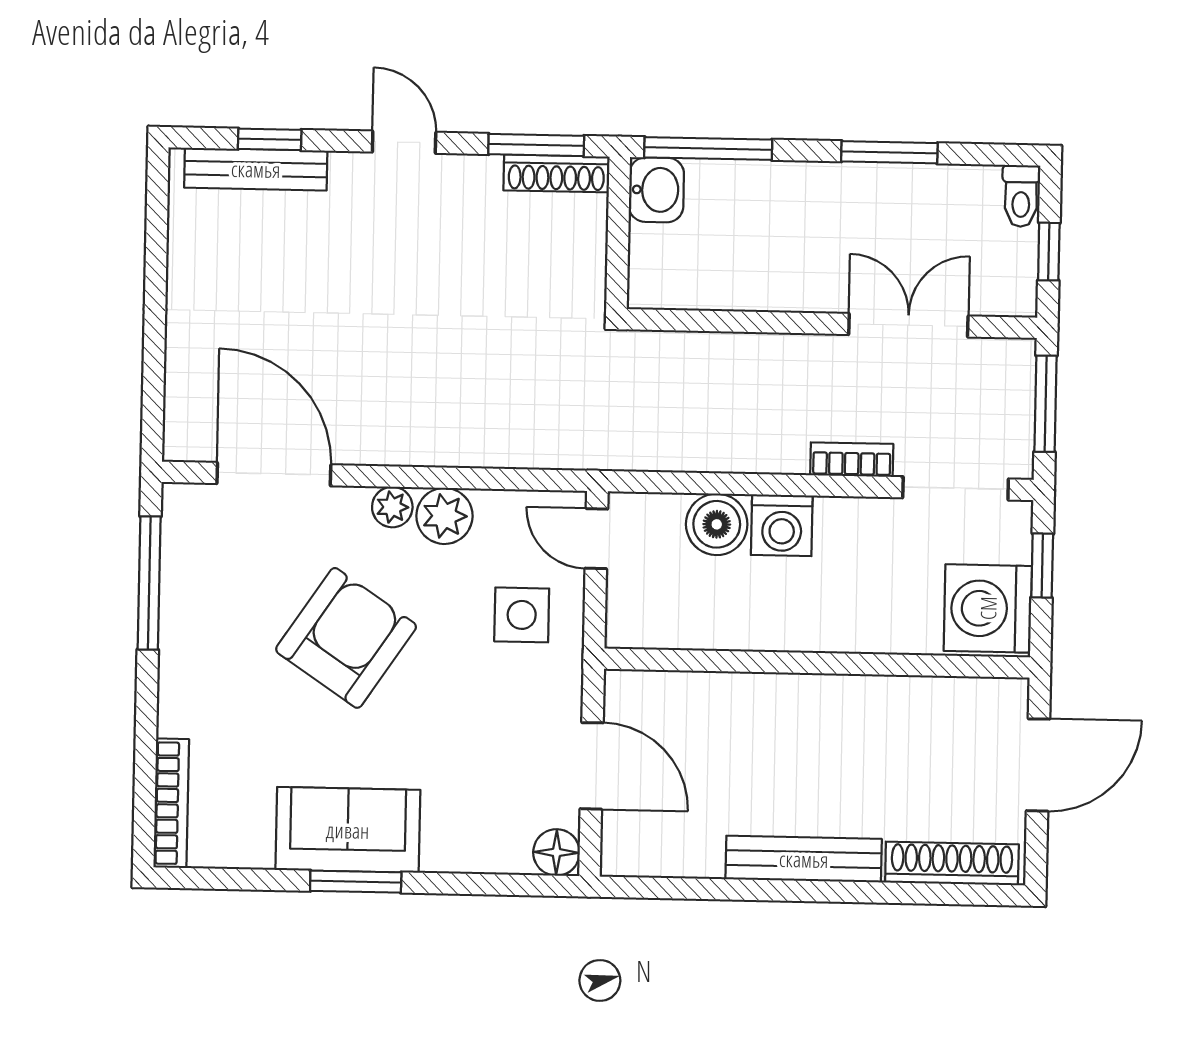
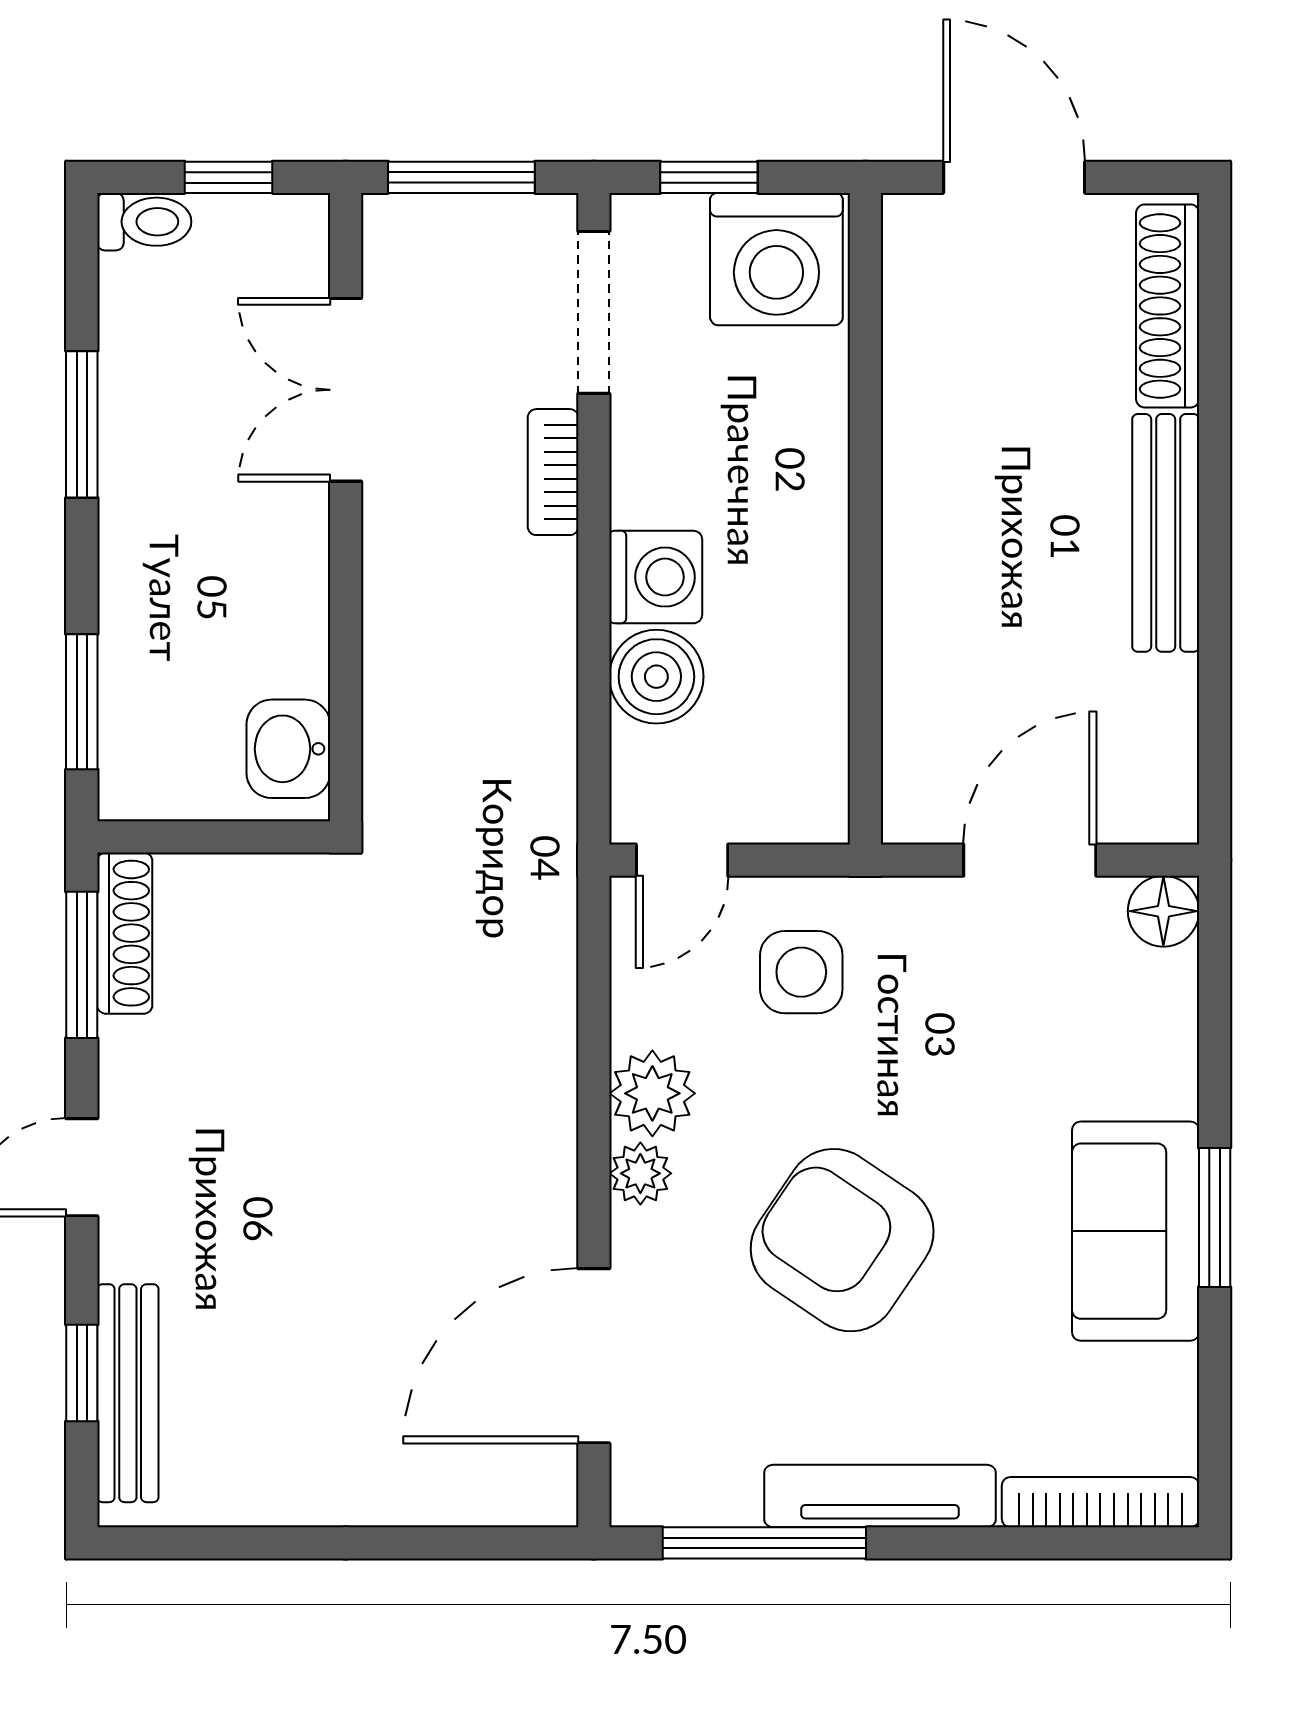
window: (708, 149) -> (82, 702), width x0.69
washbasin: (656, 190) -> (288, 749), moved, turned -90
tv unit: (178, 659) -> (880, 1496), added

